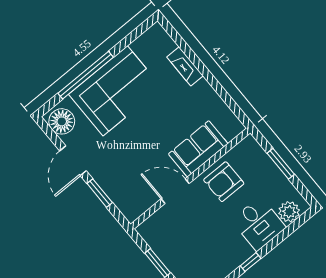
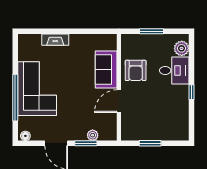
floor lamp: (62, 121) -> (25, 136), width x0.53, depth x0.53
plant: (115, 193) -> (93, 135), added

